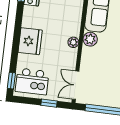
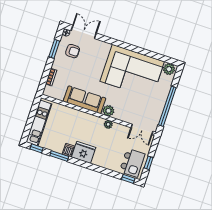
fridge: (30, 41) -> (84, 152), moved
window: (49, 103) -> (149, 163), moved

